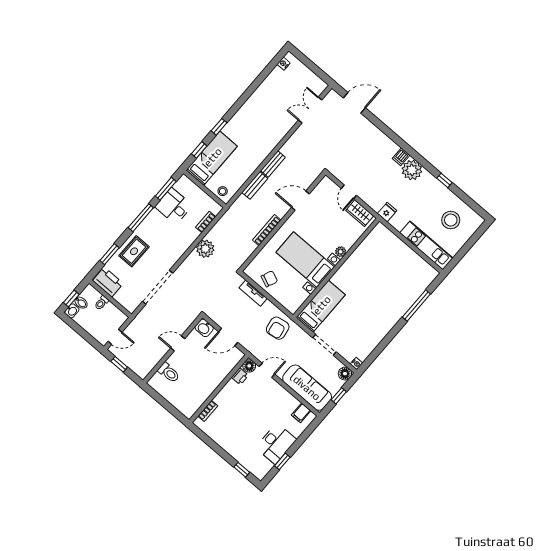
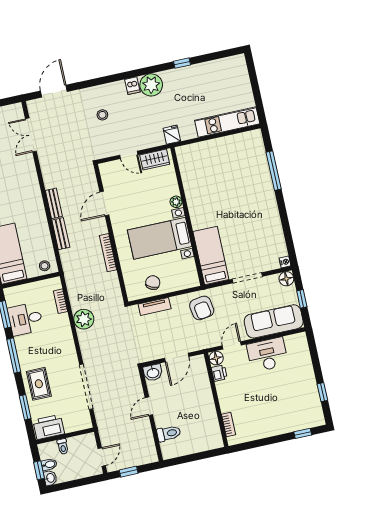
stool: (451, 220) -> (102, 115), moved, width x0.53, depth x0.53
filing cabinet: (301, 413) -> (292, 343), removed
desk: (276, 443) -> (267, 355), moved, turned -90

